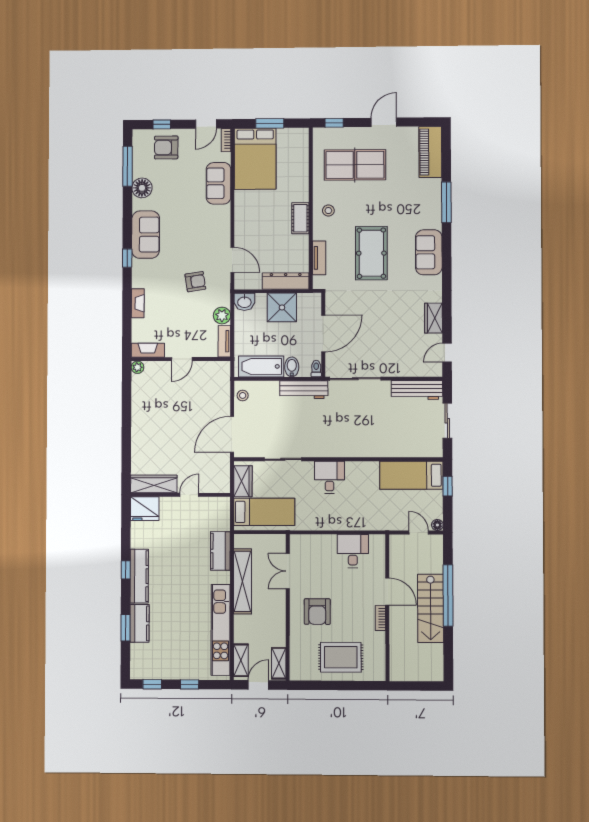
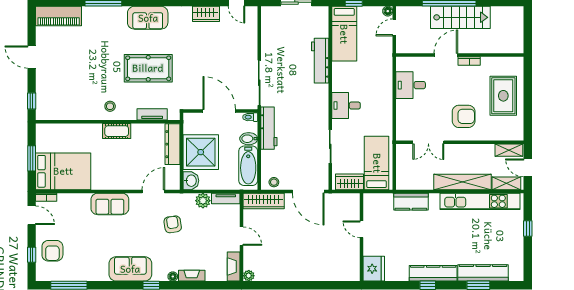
table tennis table: (355, 165) -> (69, 83), removed
sofa: (218, 183) -> (110, 204), moved
floor lamp: (142, 188) -> (173, 276), moved, width x0.53, depth x0.53
shower: (282, 307) -> (201, 152), width x1.37, depth x1.37
workbench: (417, 390) -> (320, 61), moved, turned 180
wardrobe: (154, 484) -> (264, 201), moved, turned -90
shelving: (243, 581) -> (462, 182), moved
kitchen counter: (140, 623) -> (483, 273), width x1.50
window: (152, 684) -> (528, 261), removed

